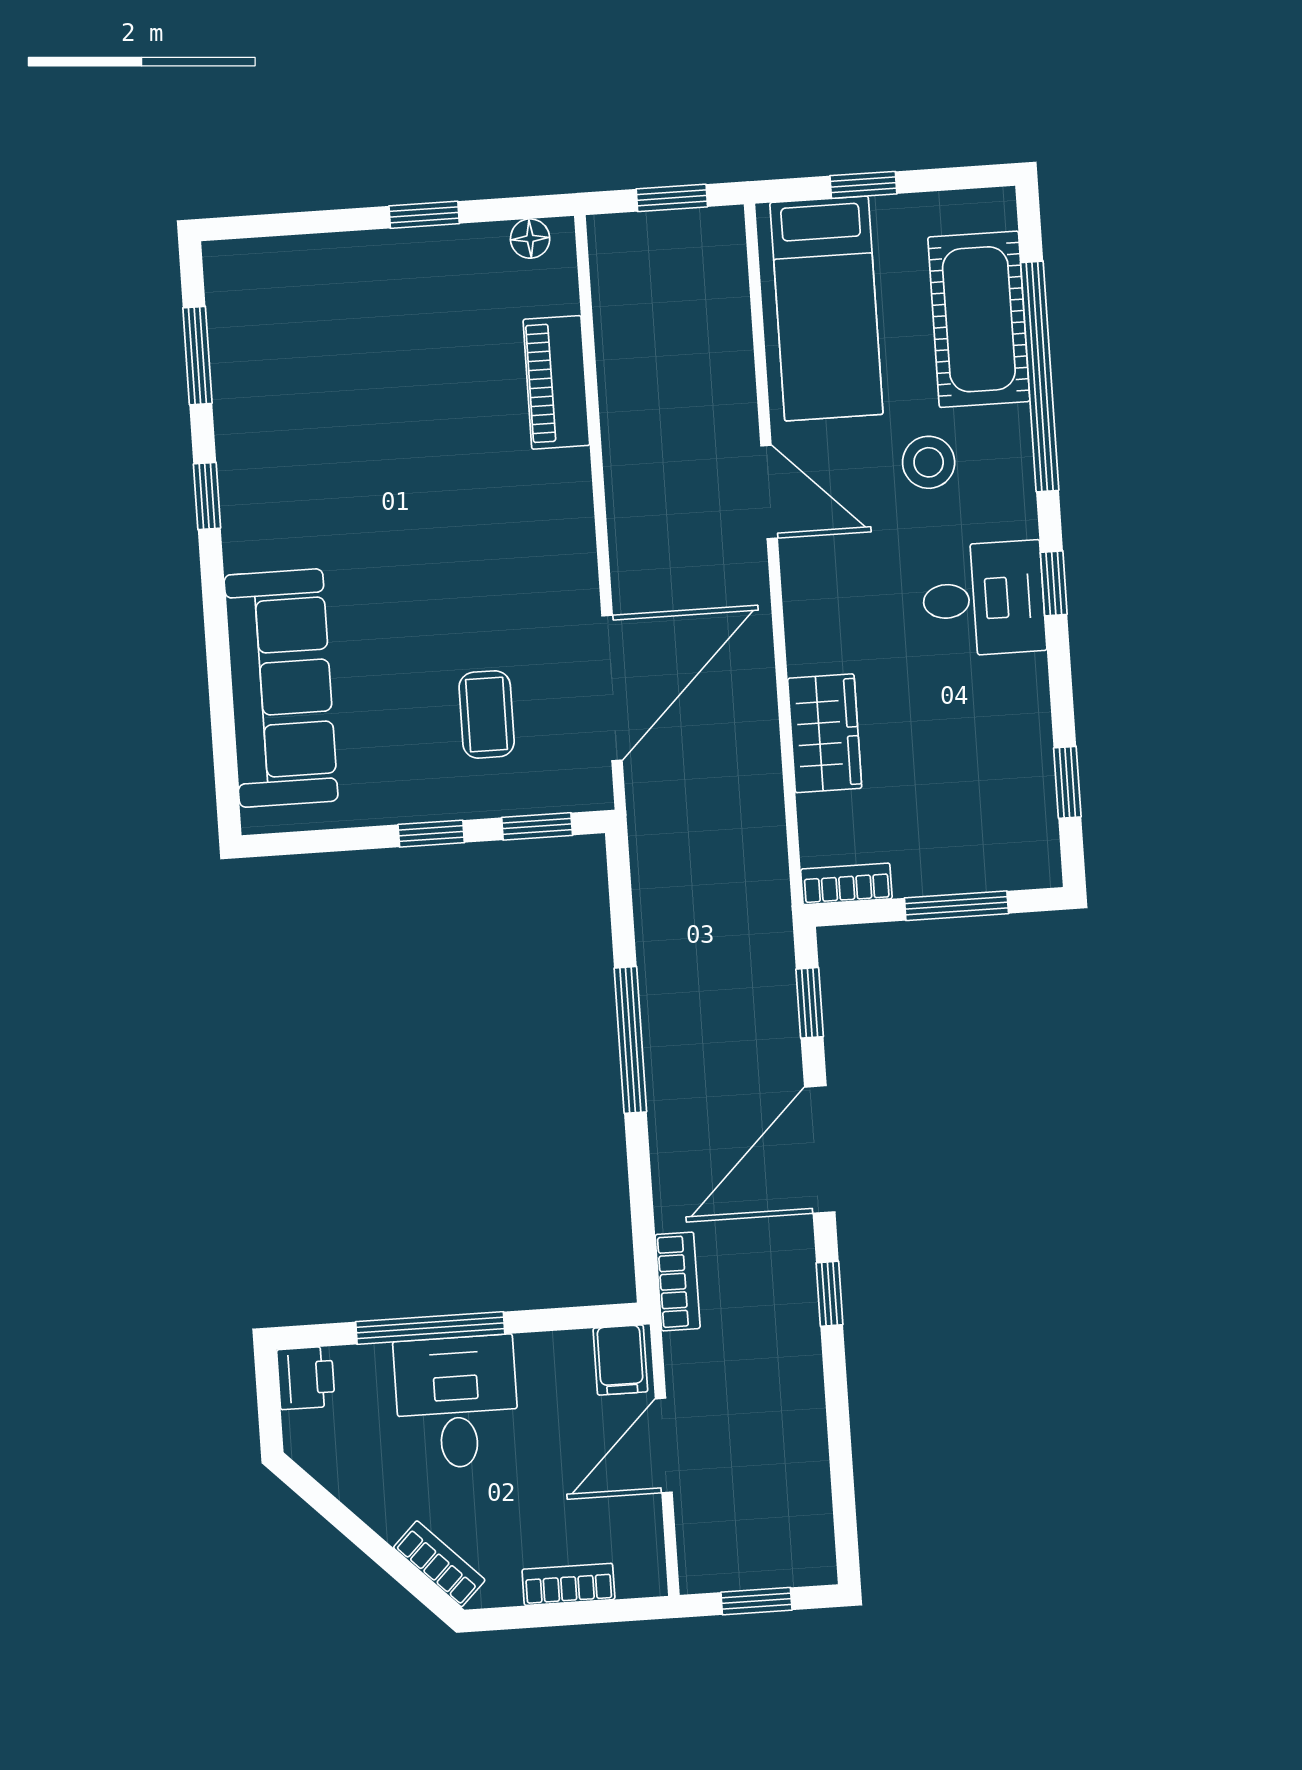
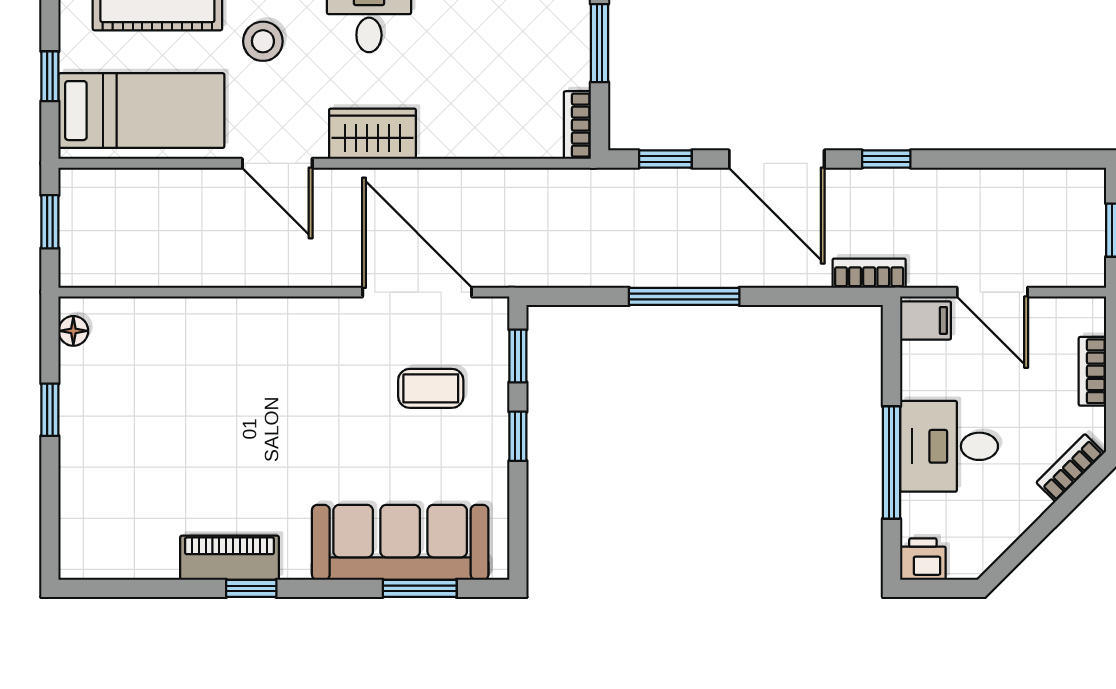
window: (197, 356) -> (420, 588), moved
piano: (556, 382) -> (230, 558), moved, turned 180
door: (769, 492) -> (277, 163), swing flipped
wardrobe: (825, 733) -> (372, 134), moved

